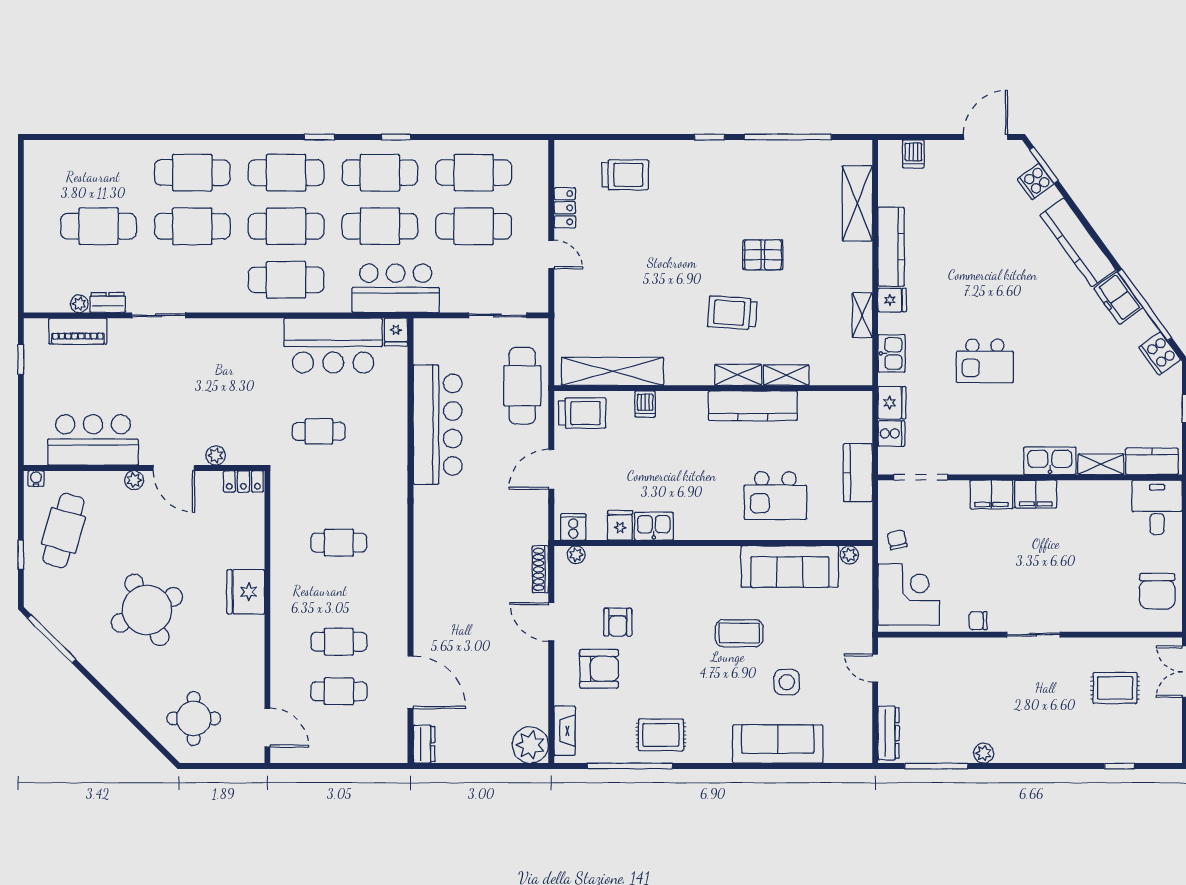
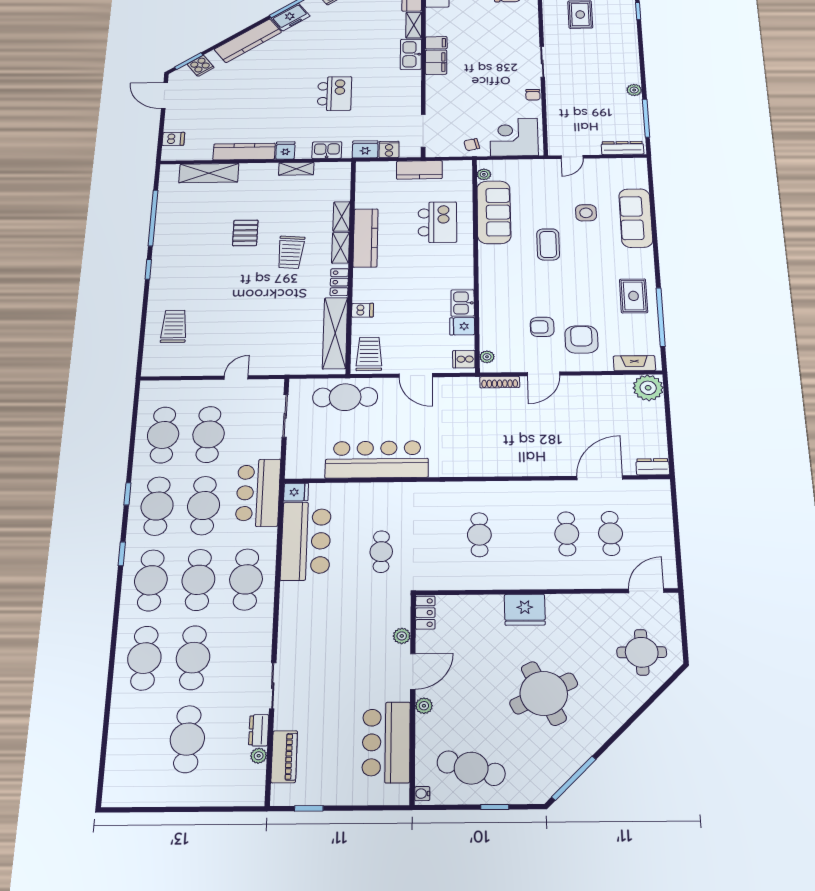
locker: (565, 208) -> (339, 282), moved, turned -90
filing cabinet: (991, 494) -> (436, 43), moved, width x0.50
armchair: (618, 622) -> (542, 327), turned 180

